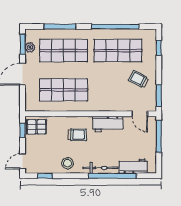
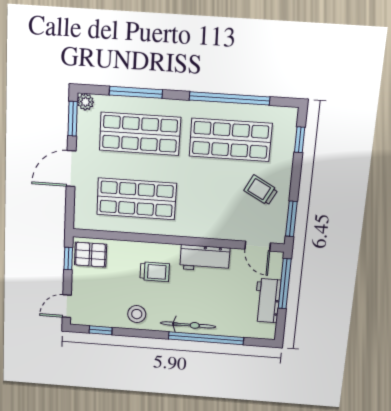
plant: (30, 47) -> (85, 102), moved
workbench: (133, 166) -> (267, 301), moved, turned -90

